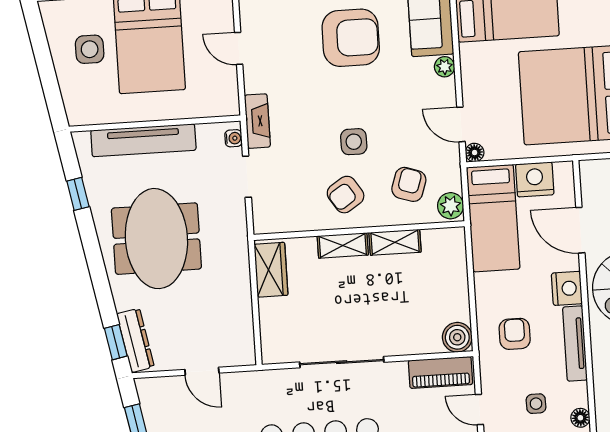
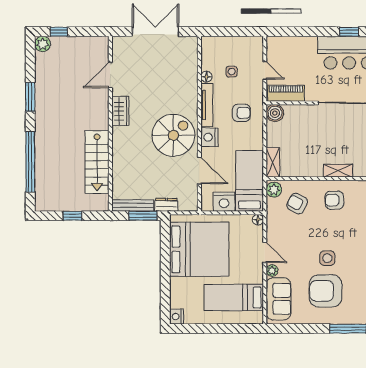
door: (461, 124) -> (265, 252), moved
side table: (354, 142) -> (327, 258), moved
armchair: (409, 184) -> (297, 204), turned 99
armchair: (346, 195) -> (334, 200), turned -149
shelving: (395, 242) -> (273, 162), moved, turned 90
armchair: (515, 334) -> (241, 113), turned -90
floor lamp: (580, 418) -> (206, 77), moved

